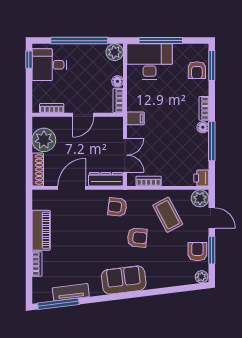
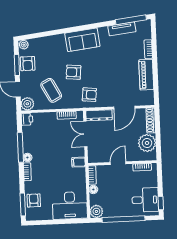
window: (161, 41) -> (62, 222), removed

